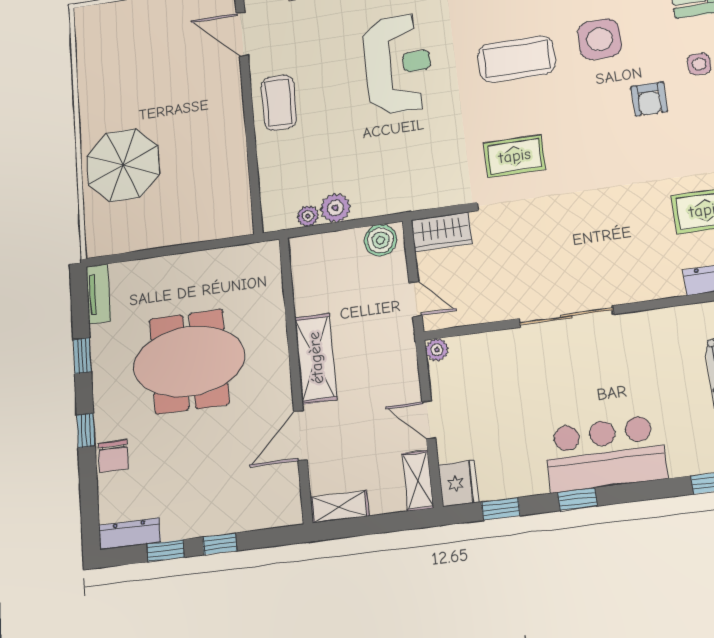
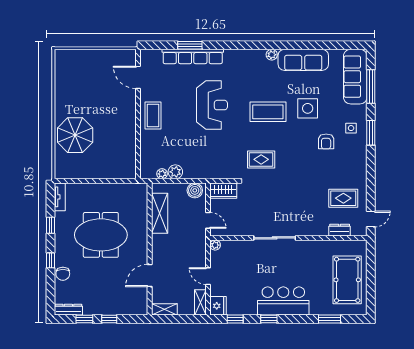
shelving: (316, 358) -> (160, 213), moved

